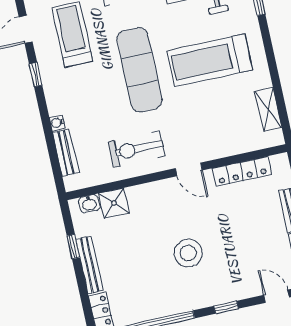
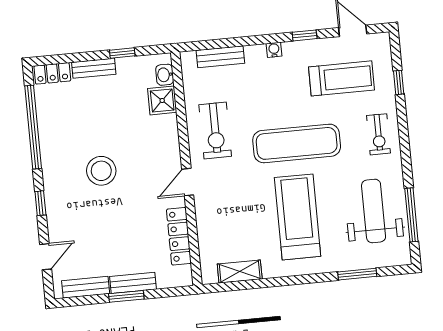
water cooler: (57, 123) -> (274, 50), moved
exercise bike: (137, 149) -> (215, 130), turned 180
bench: (90, 265) -> (94, 68), width x0.73

